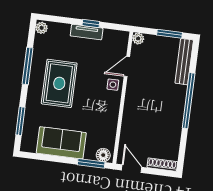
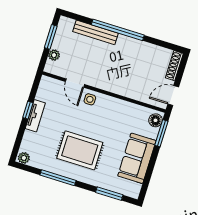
plant: (138, 39) -> (54, 55), moved
bench: (184, 62) -> (96, 32), moved

